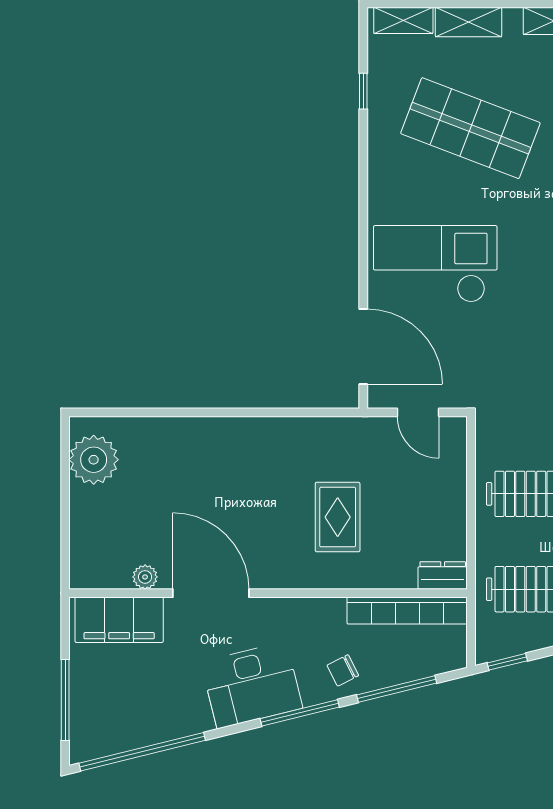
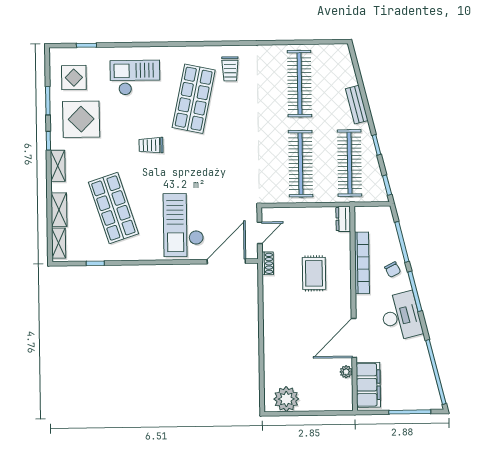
shop shelf: (470, 128) -> (113, 208), turned -39
shoe rack: (358, 427) -> (268, 263), added
rug: (338, 517) -> (314, 273), turned 90
bookcase: (407, 611) -> (362, 263), moved

